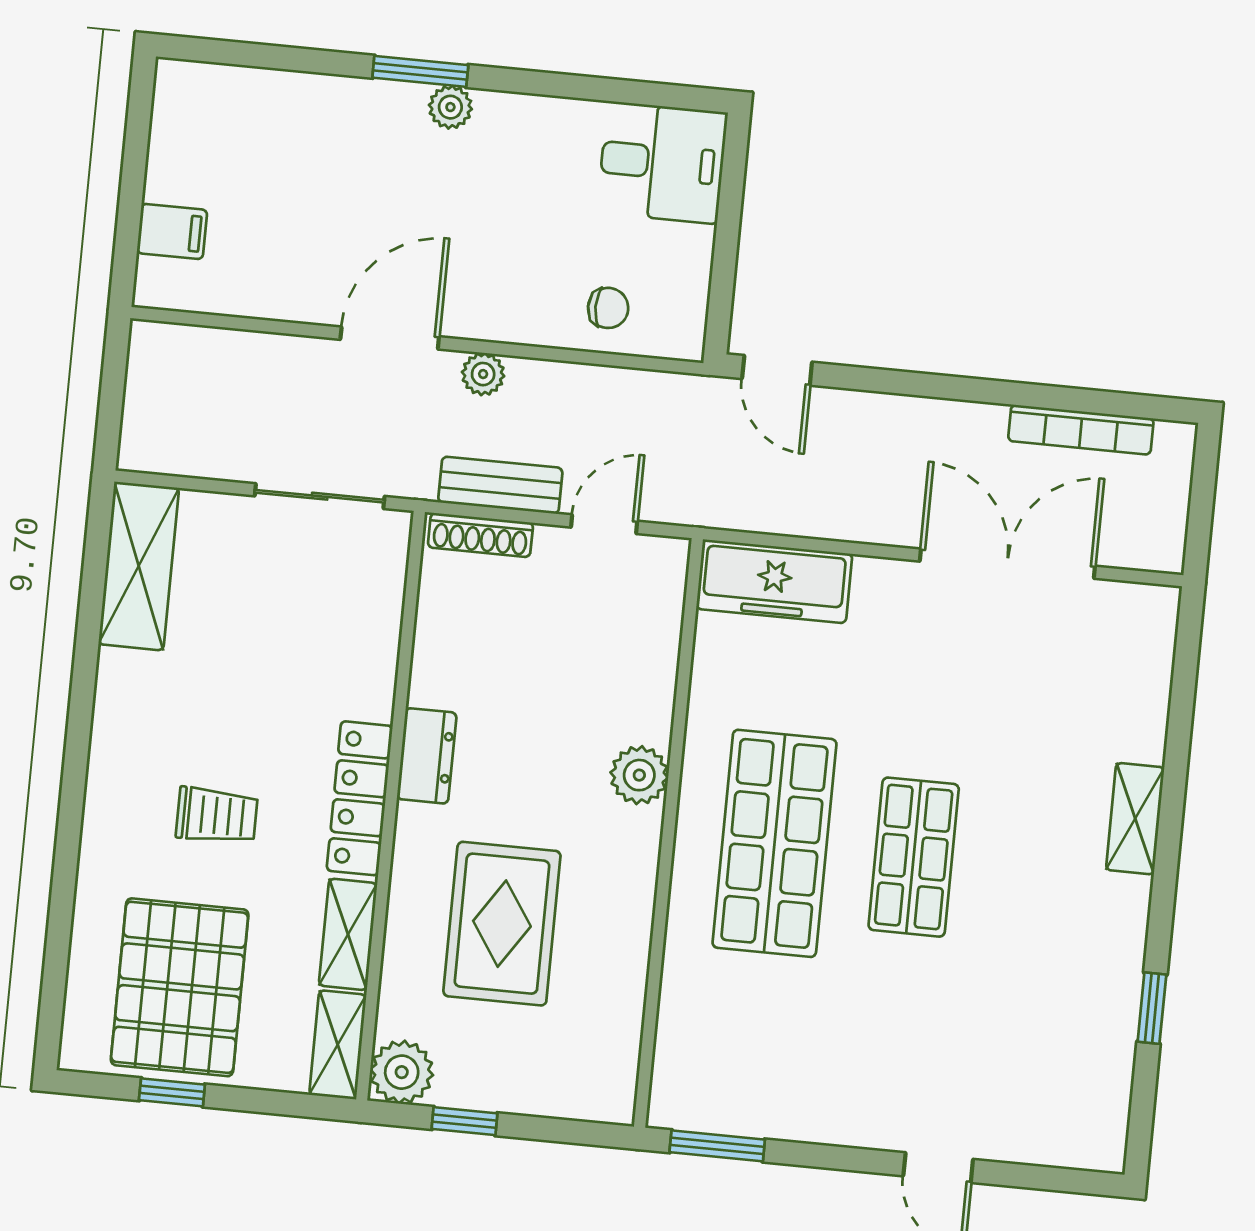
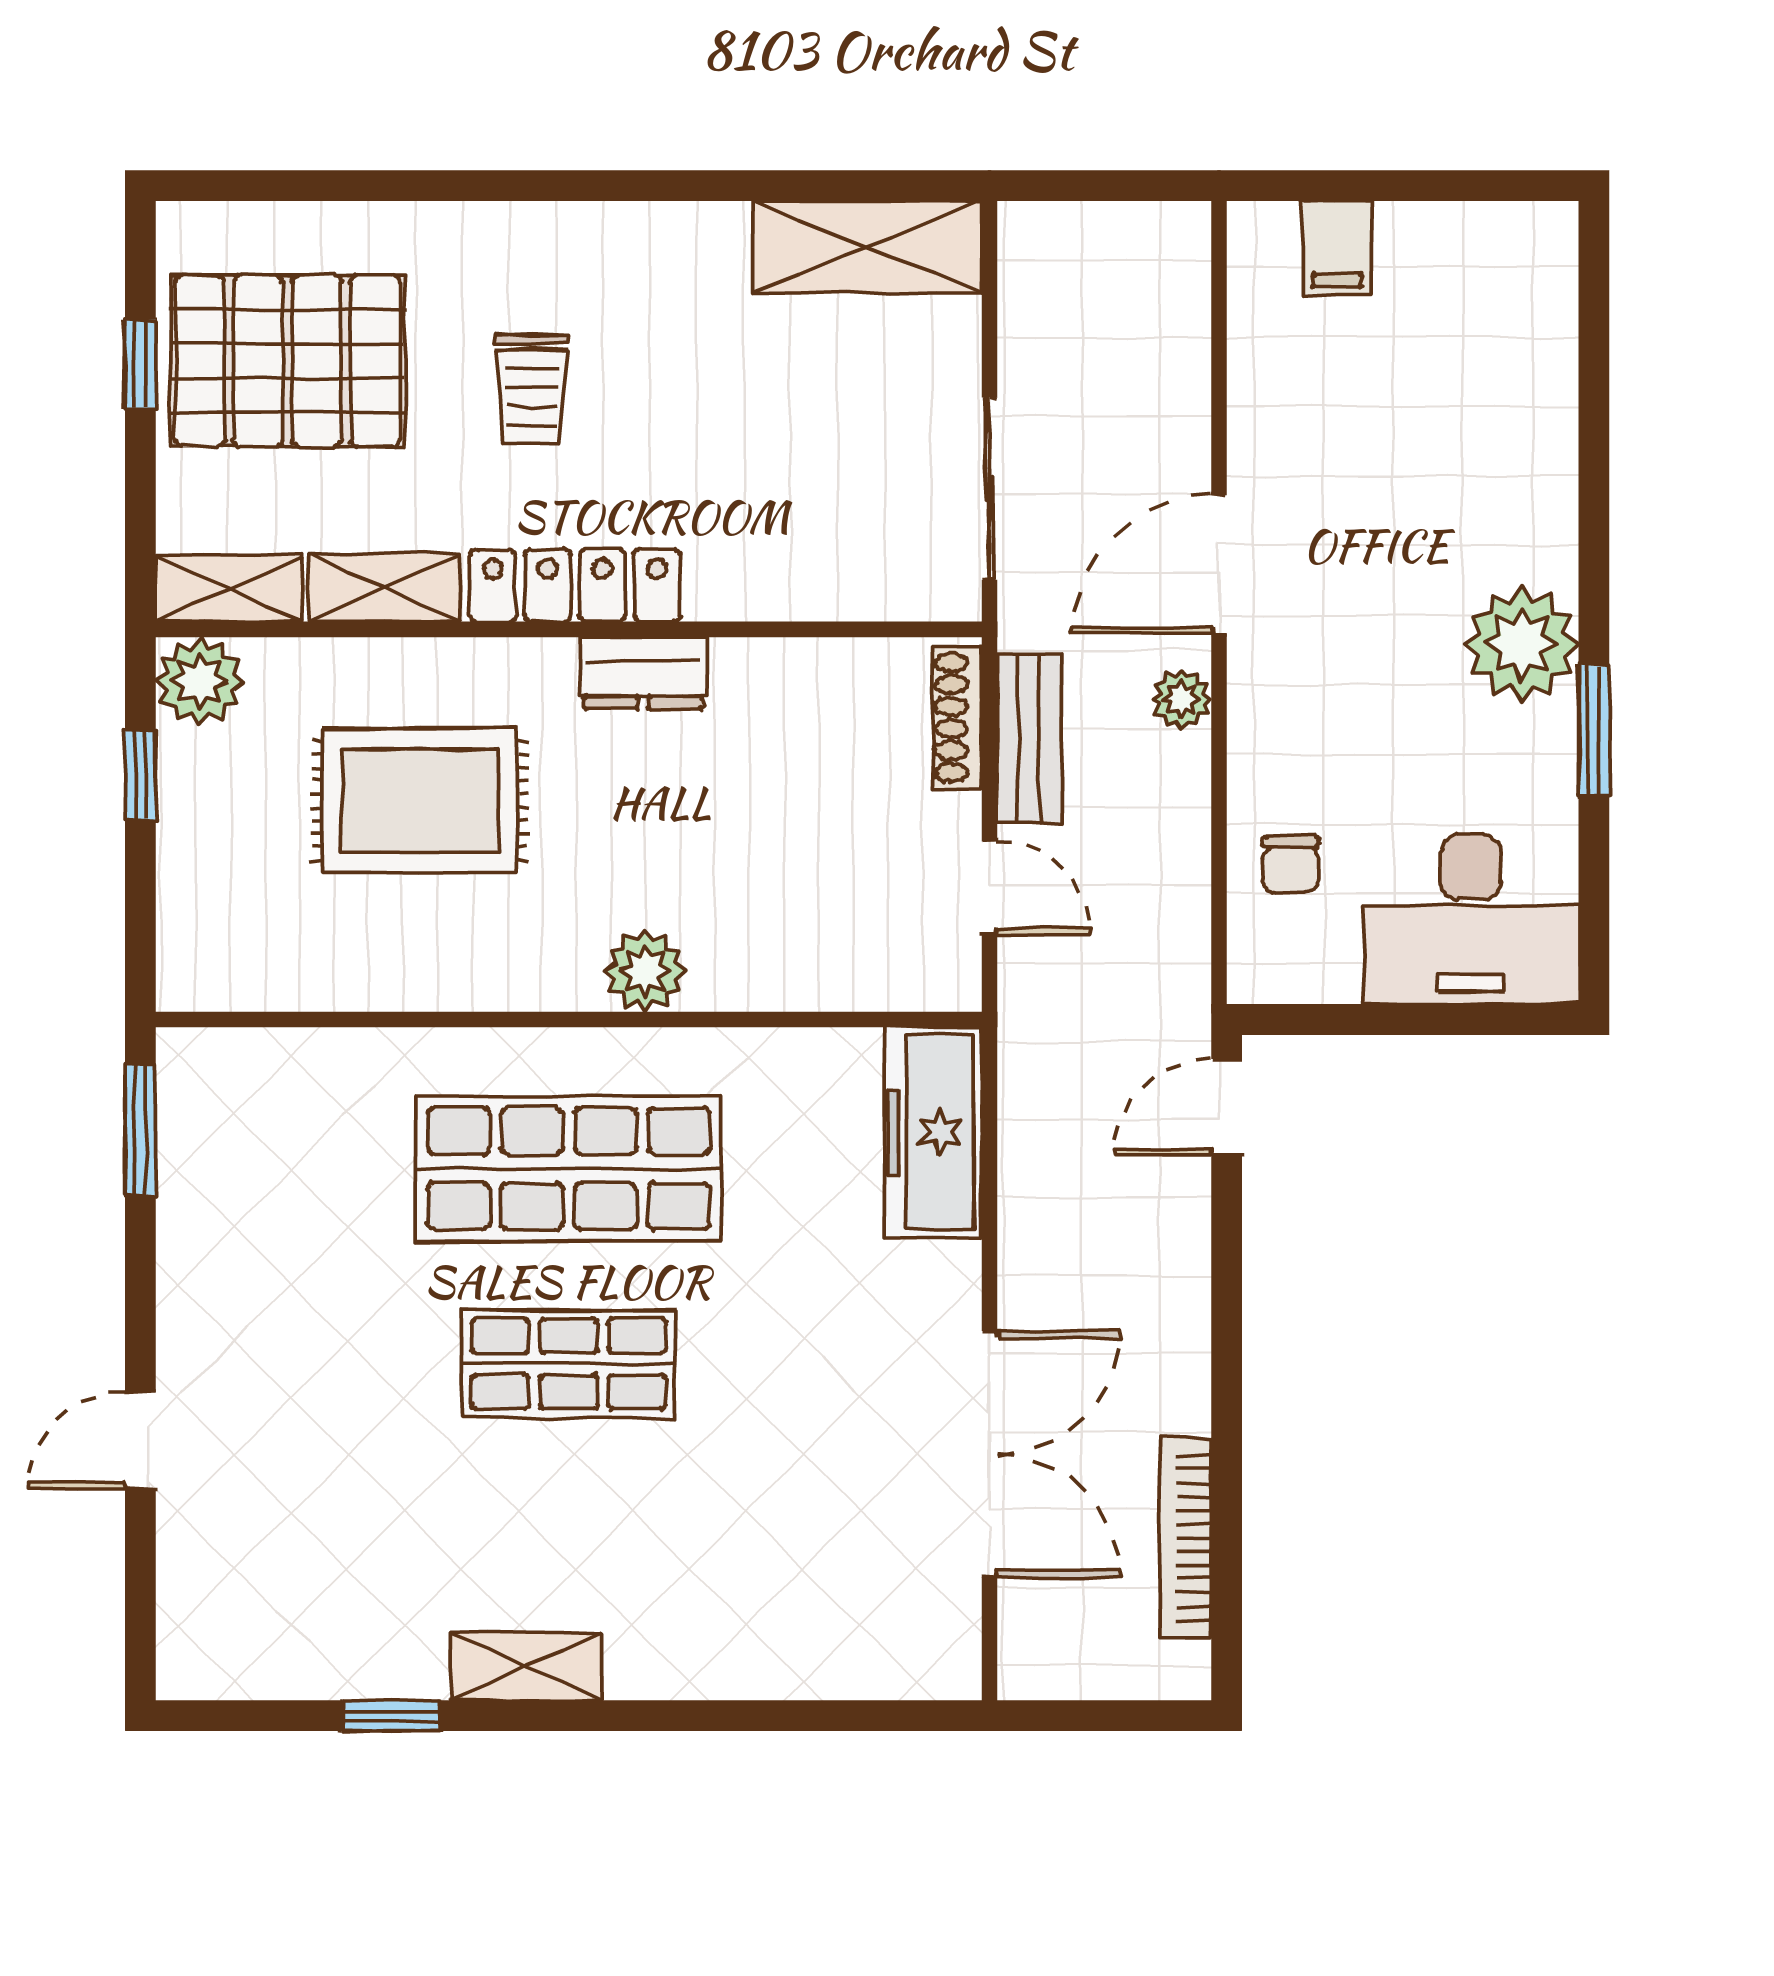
window: (420, 71) -> (1594, 730), moved
plant: (450, 107) -> (1522, 644), width x1.87, depth x1.87
desk: (662, 163) -> (1471, 920), width x1.37
door: (390, 338) -> (1219, 564), swing flipped
shelving: (1135, 819) -> (526, 1666), moved

